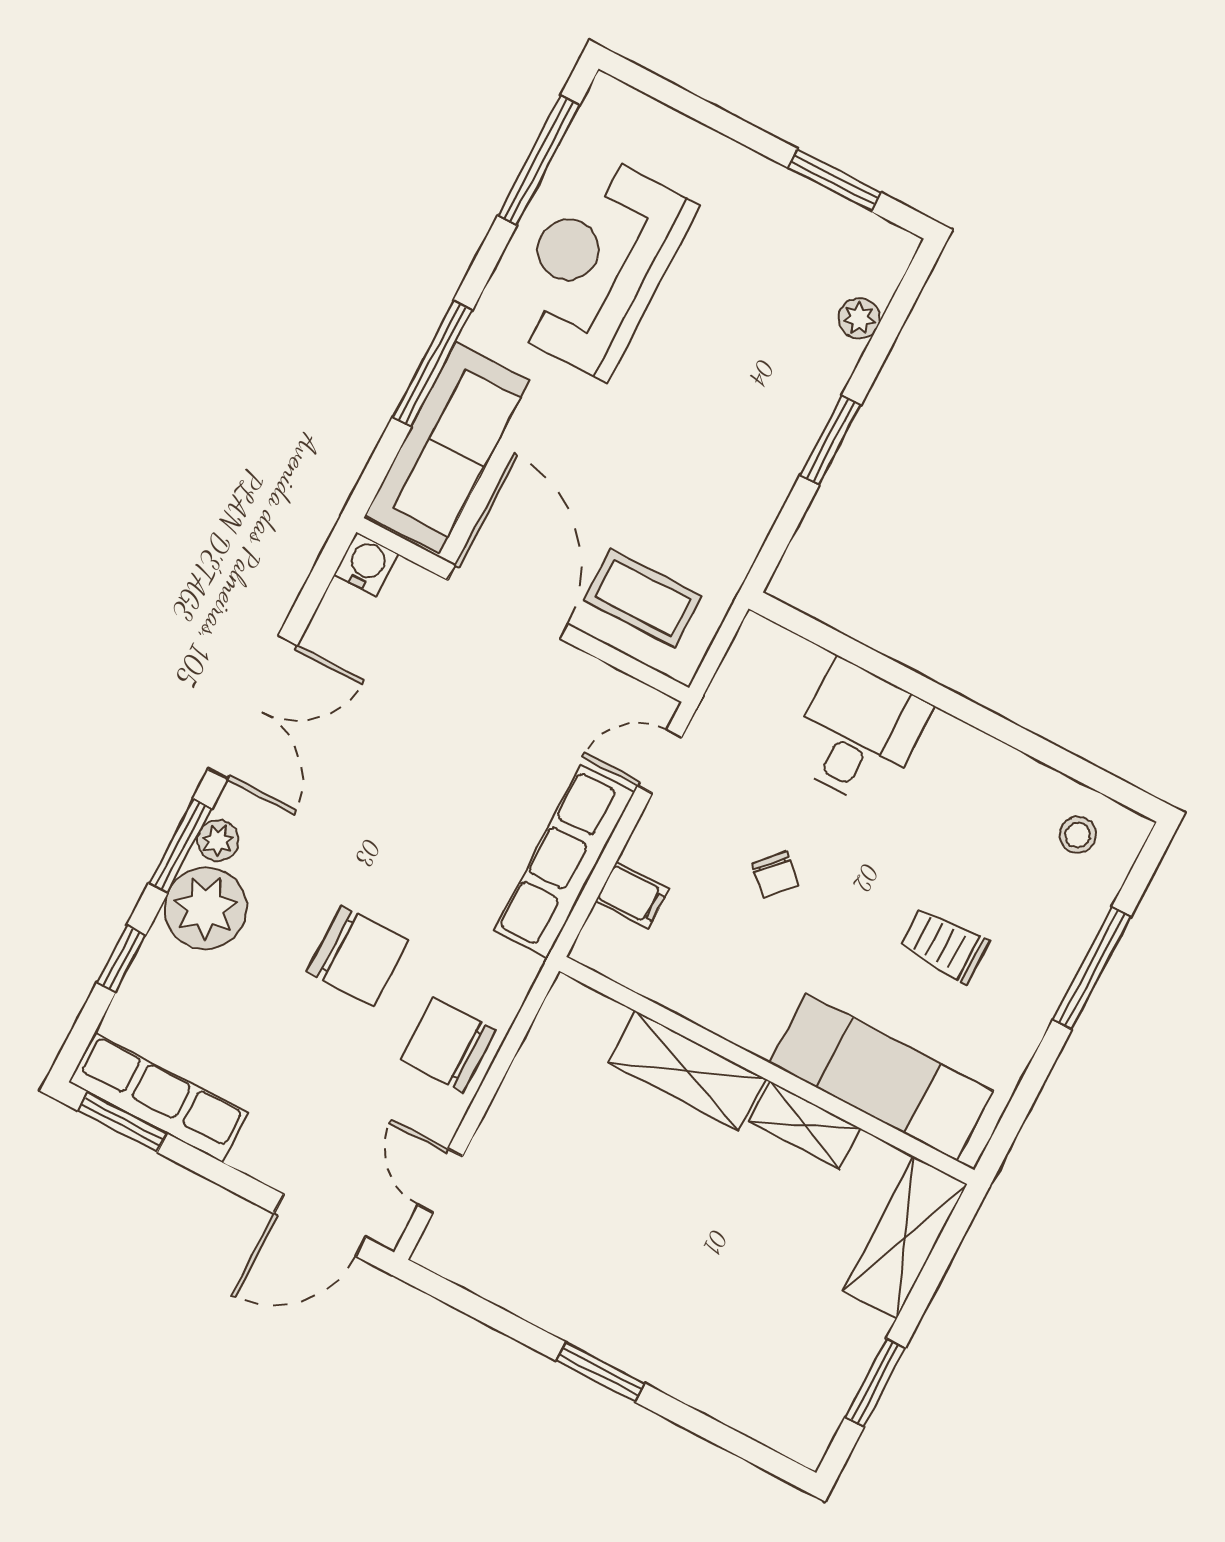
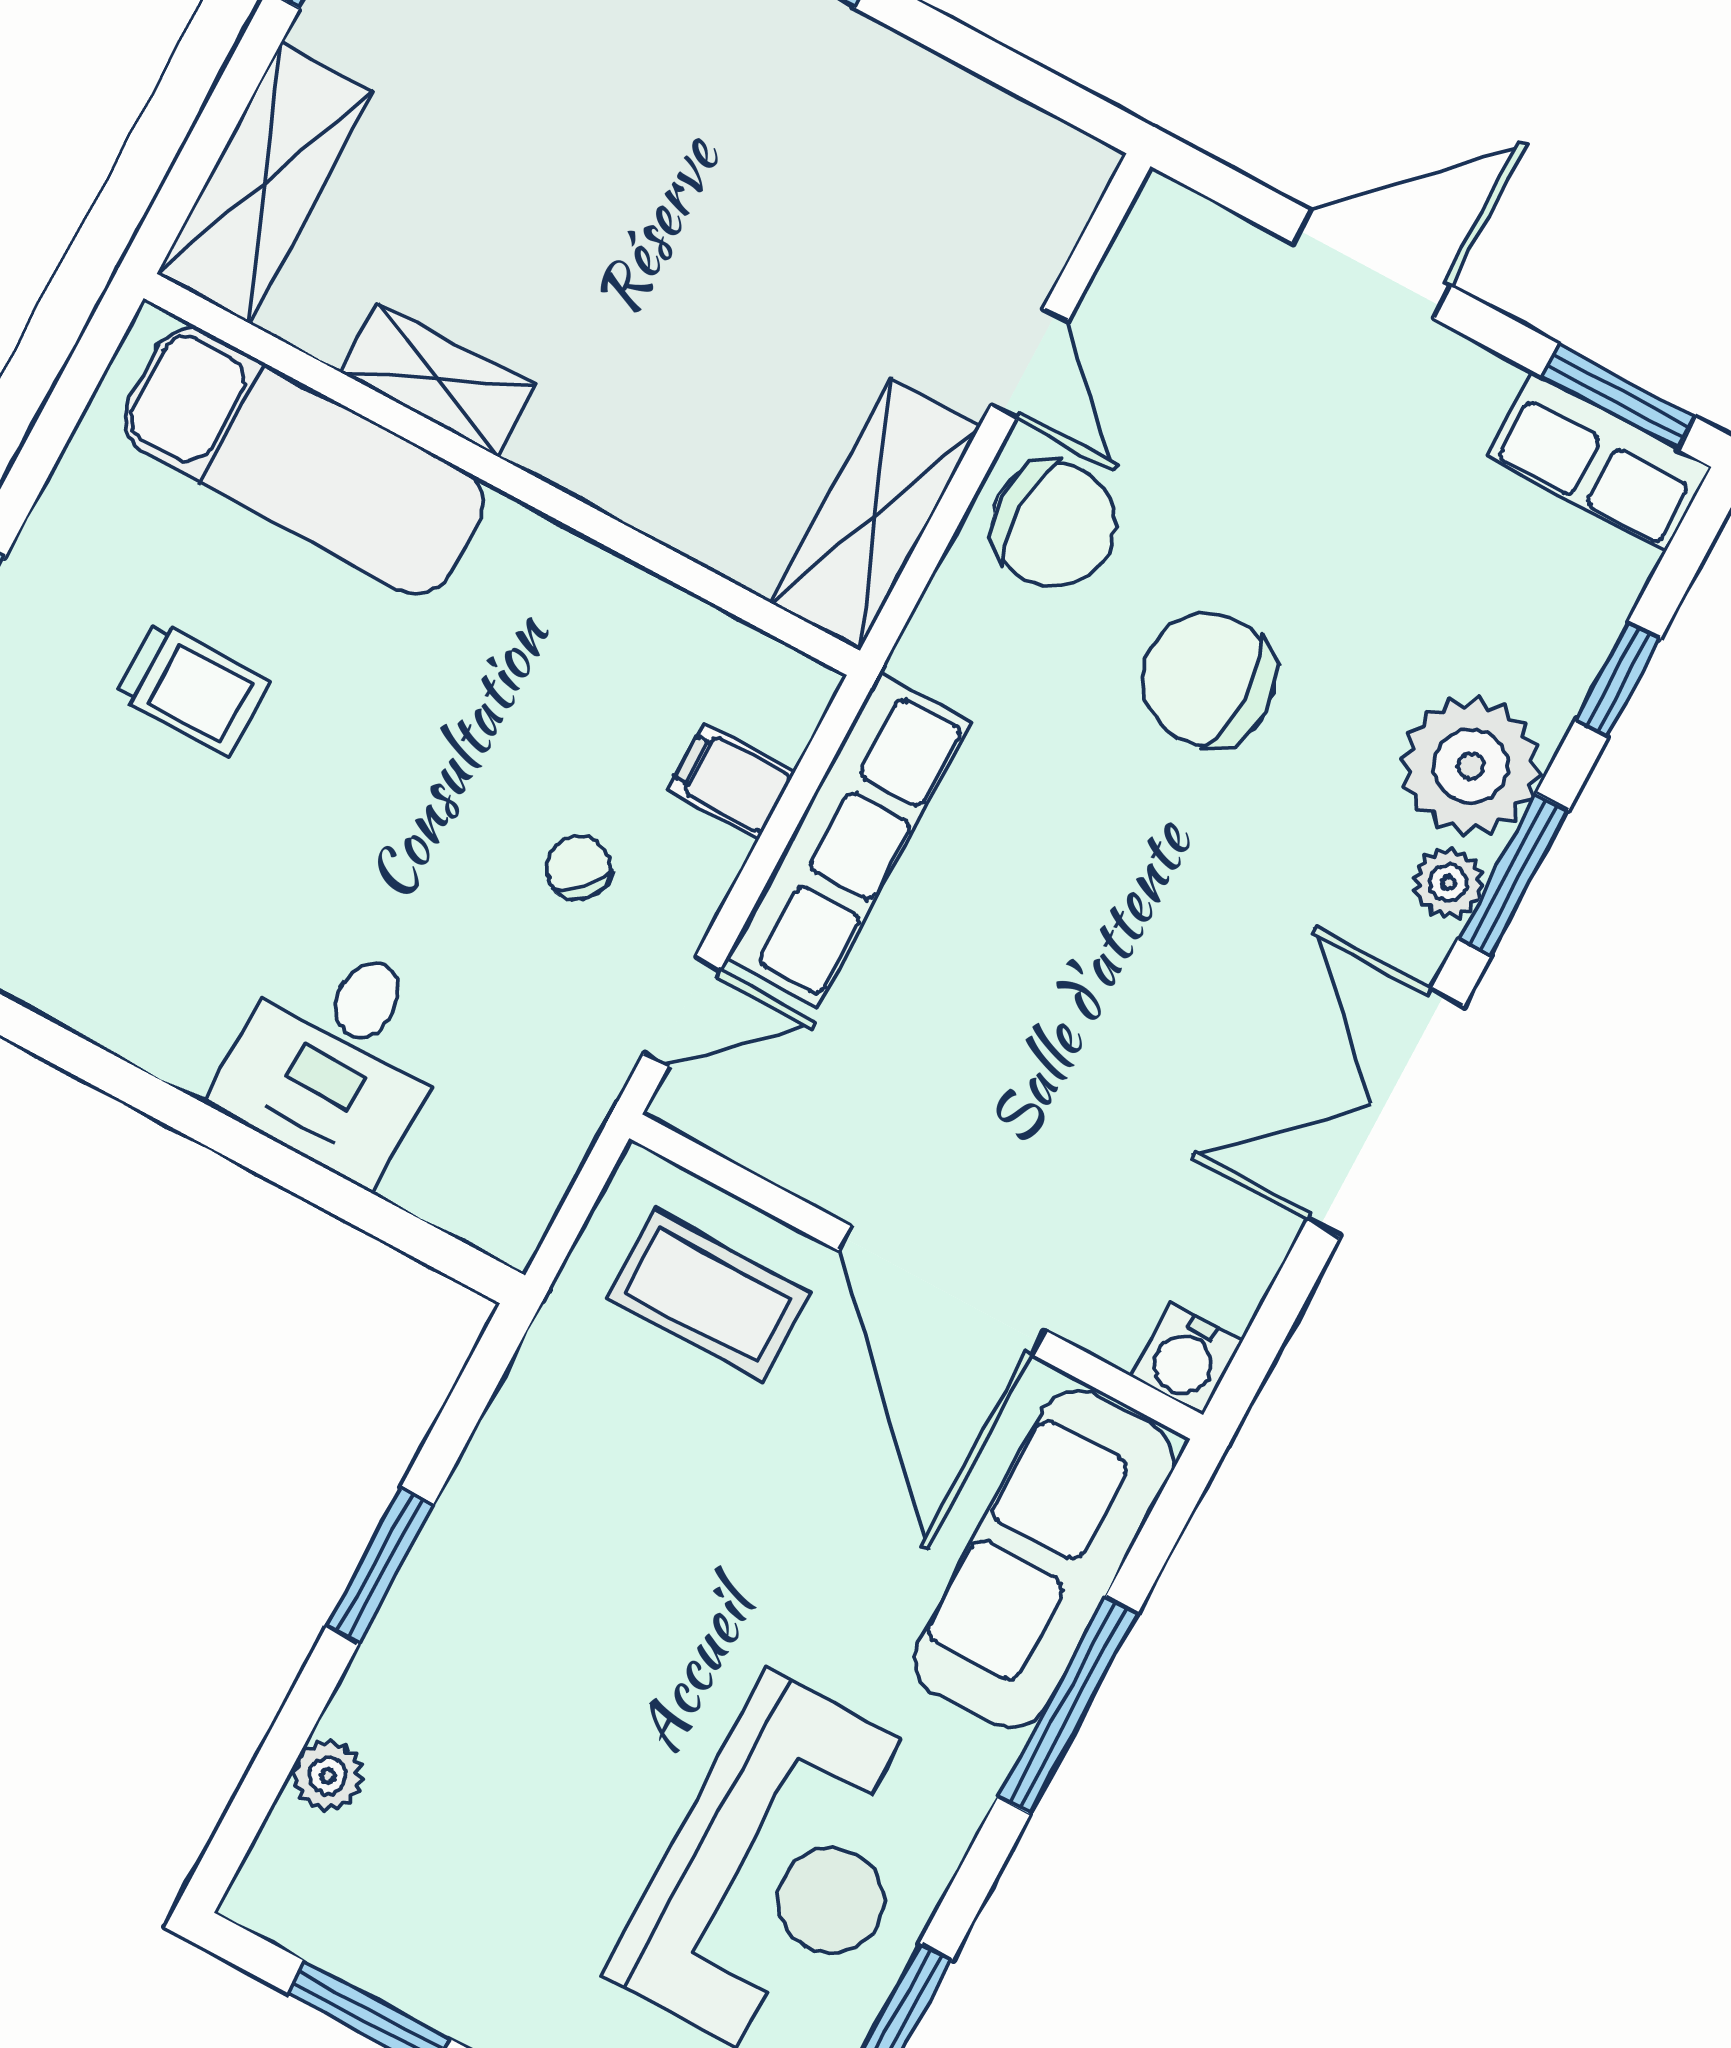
chair: (775, 875) -> (578, 868), moved
shelving: (687, 1071) -> (875, 514), moved, turned 90
row of seats: (158, 1098) -> (1599, 462), width x0.68
door: (440, 1181) -> (1029, 364), moved
door: (320, 1225) -> (1372, 264), moved

